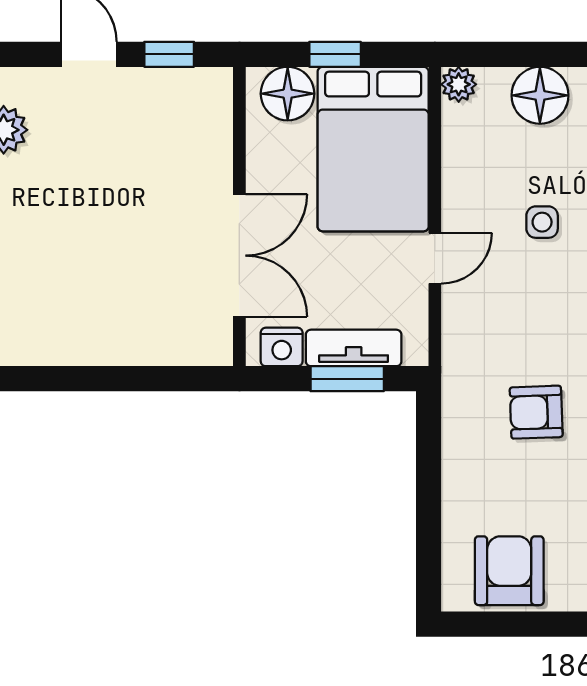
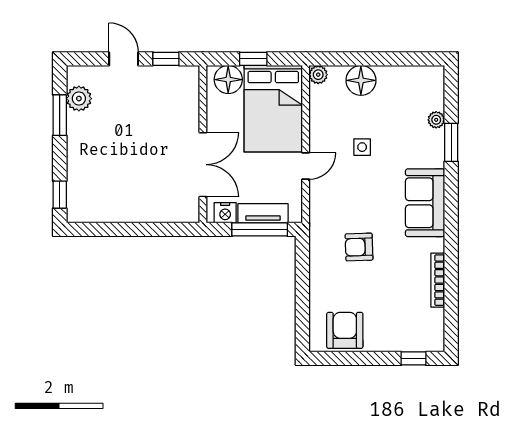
window: (347, 379) -> (260, 229), width x1.44

